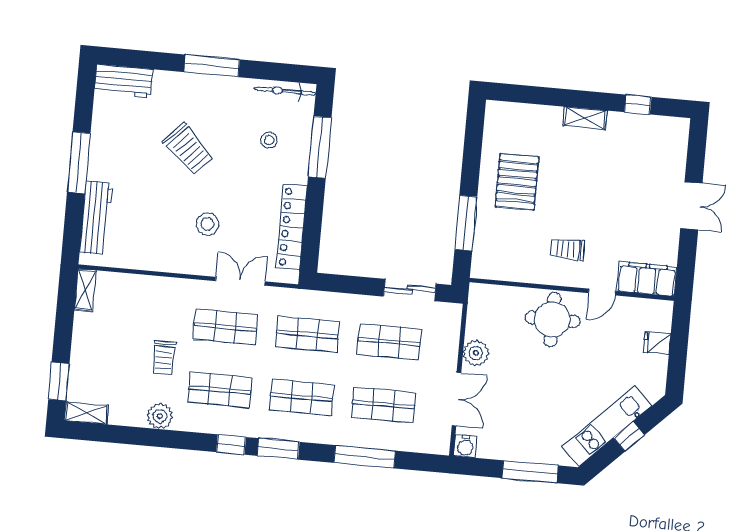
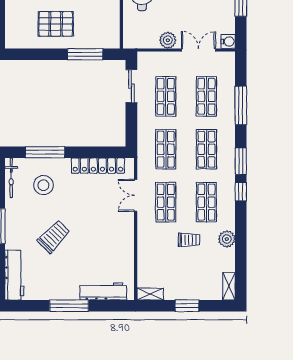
workbench: (123, 81) -> (14, 275), width x1.38
stool: (269, 140) -> (43, 185), width x1.89, depth x1.89
stool: (207, 224) -> (101, 220), removed
window: (59, 381) -> (187, 306), moved

